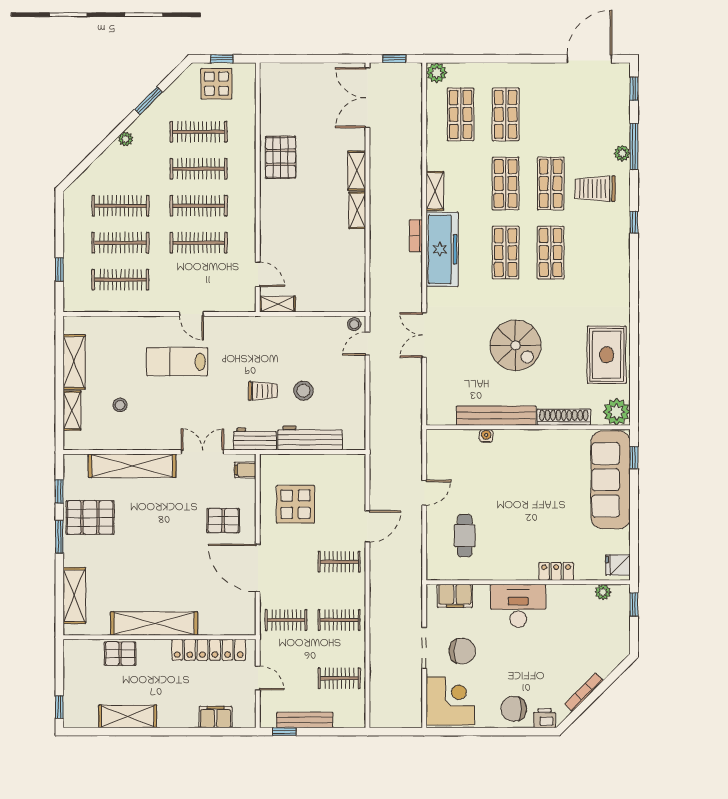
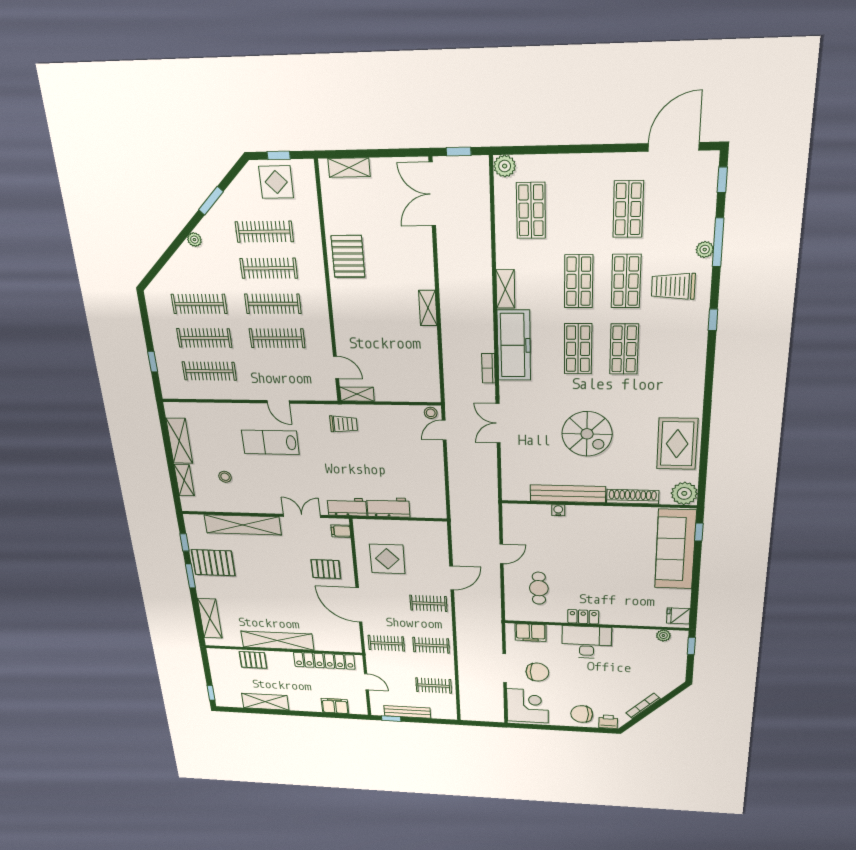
shop shelf: (506, 114) -> (628, 209), moved
shelving: (357, 171) -> (349, 168), moved, turned 90
bookcase: (416, 236) -> (488, 368), moved
trolley: (263, 391) -> (344, 424), moved
stool: (303, 391) -> (387, 469), removed
workbench: (310, 438) -> (388, 507), width x0.73
locker: (556, 571) -> (583, 617), moved

